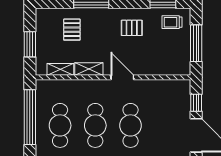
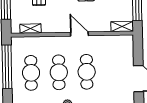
shelving: (89, 69) -> (122, 27), moved
window: (196, 103) -> (138, 53), removed

